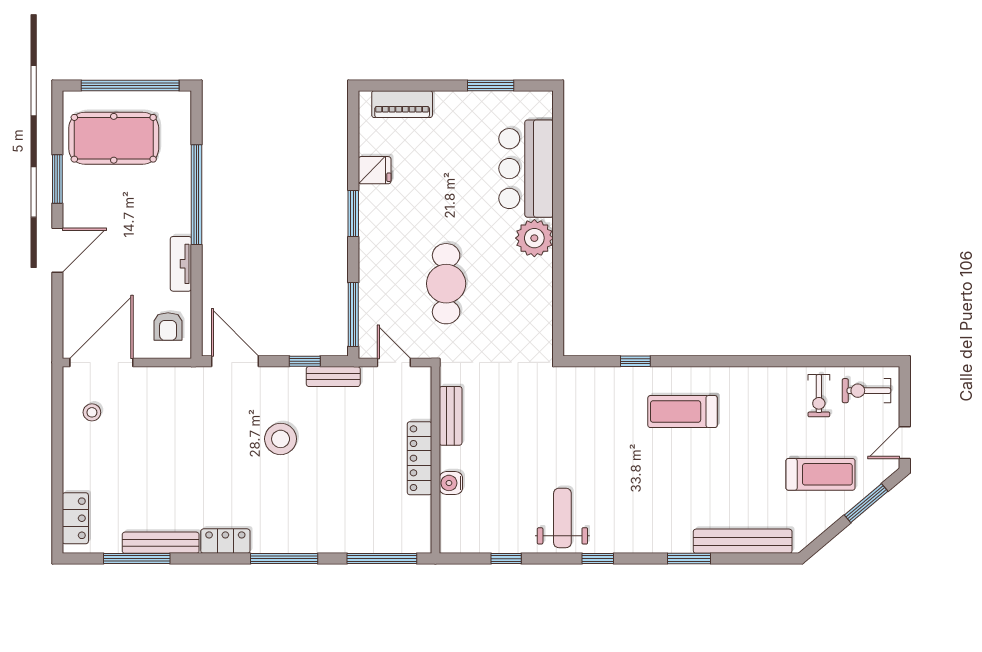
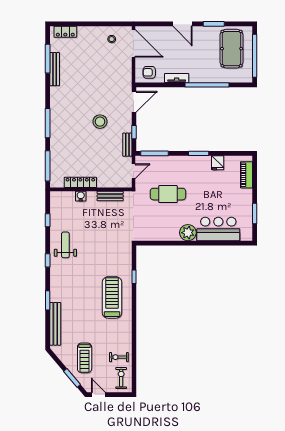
treadmill: (683, 412) -> (112, 297), width x1.37, depth x1.38
locker: (420, 458) -> (80, 182), moved
weight bench: (562, 518) -> (65, 245), turned -90
locker: (225, 541) -> (55, 97), removed

